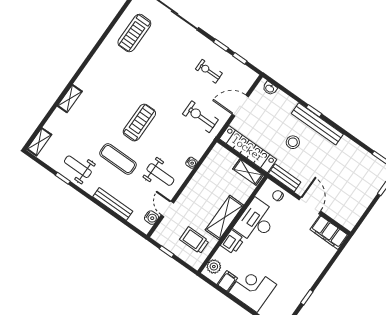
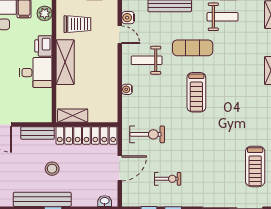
treadmill: (134, 33) -> (255, 166), turned 180
chair: (278, 196) -> (33, 114), removed
desk: (256, 221) -> (36, 73), width x0.73

